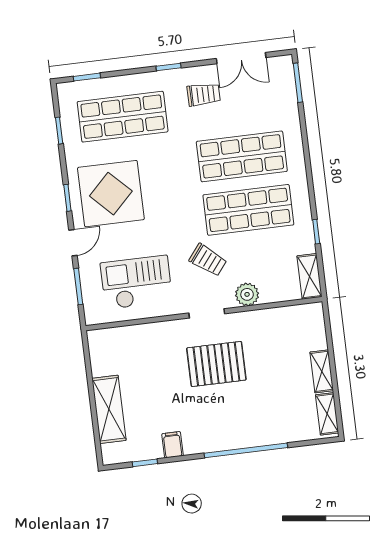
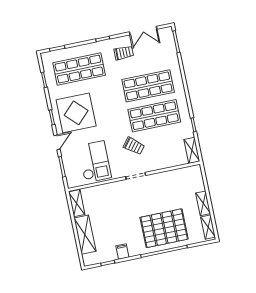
checkout: (136, 282) -> (95, 162), turned 90
plant: (247, 294) -> (157, 163), removed
shelving: (99, 353) -> (77, 203), added
pallet: (216, 364) -> (164, 228), moved, width x1.37, depth x1.41

